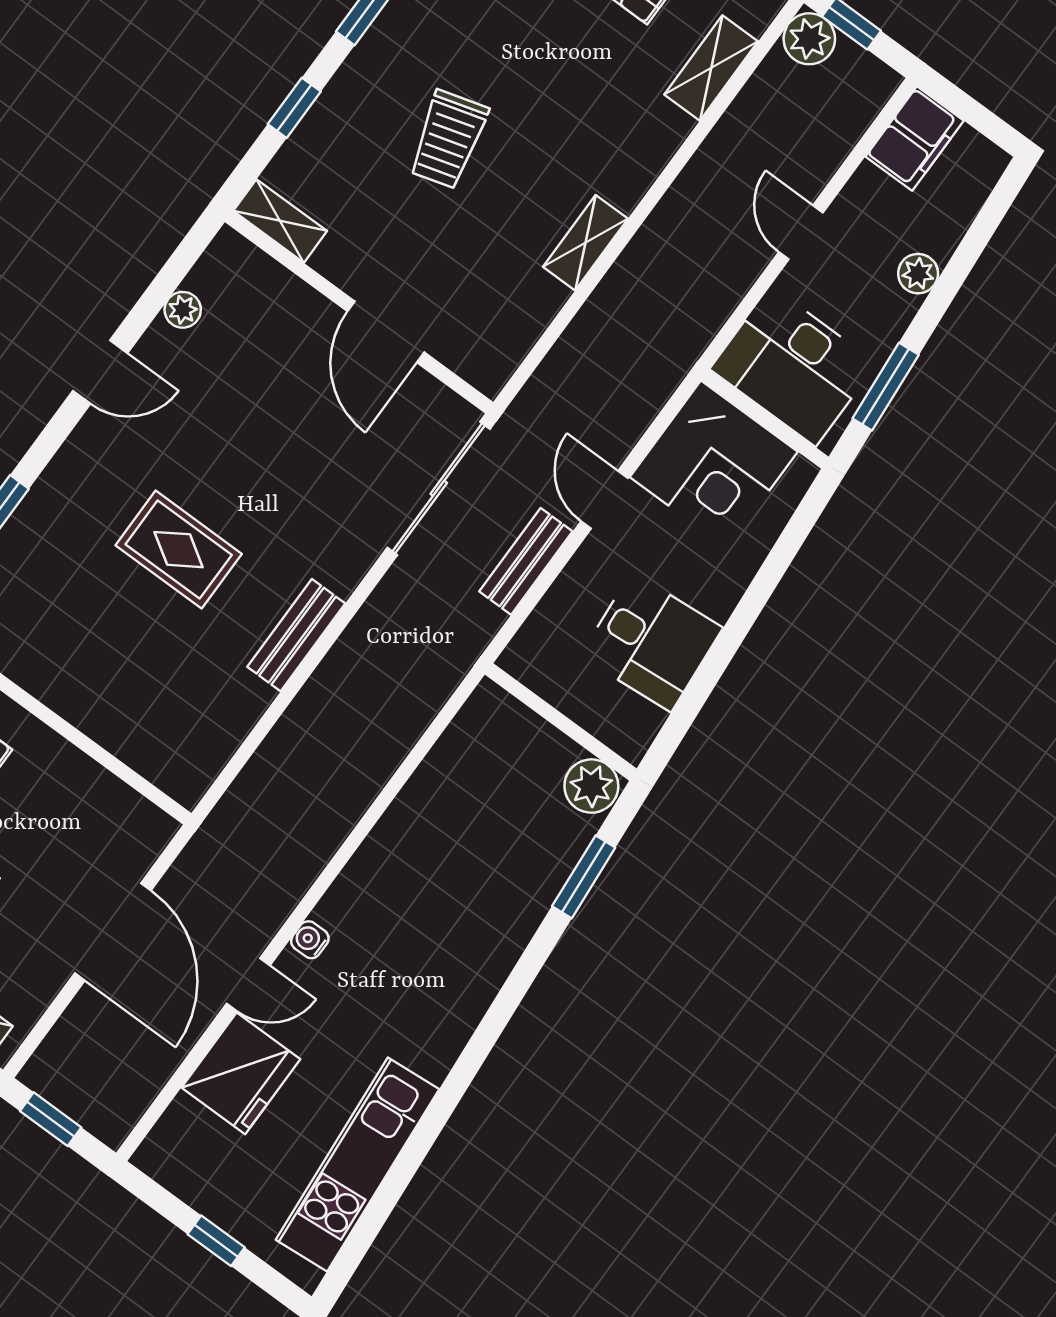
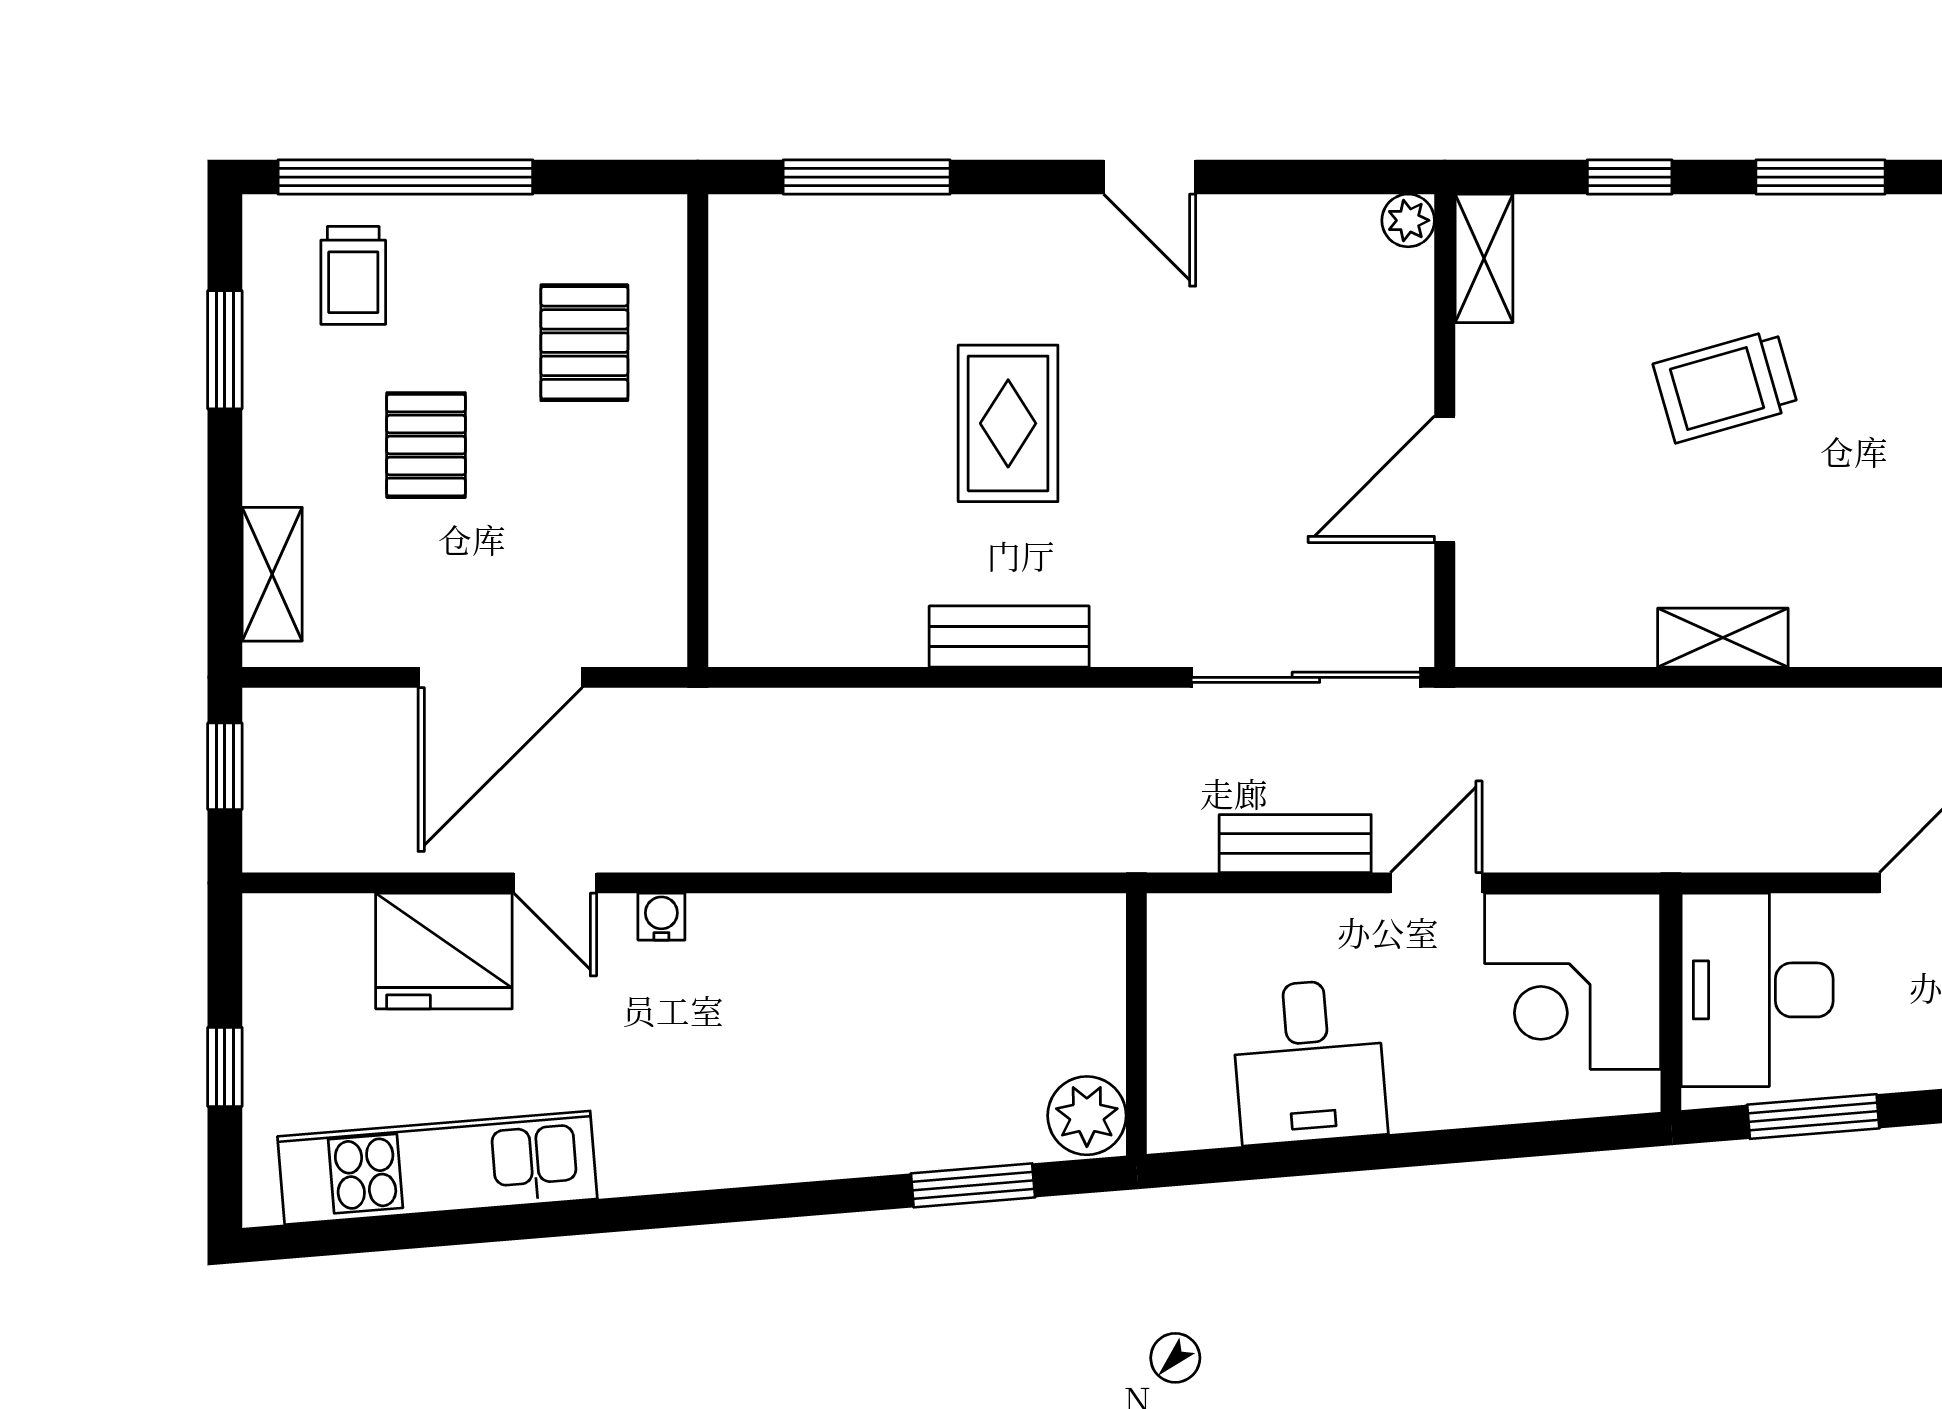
plant: (183, 310) -> (1408, 220), moved

